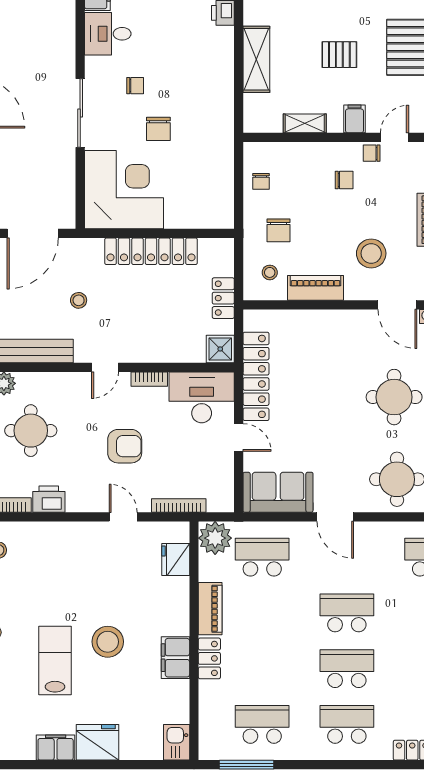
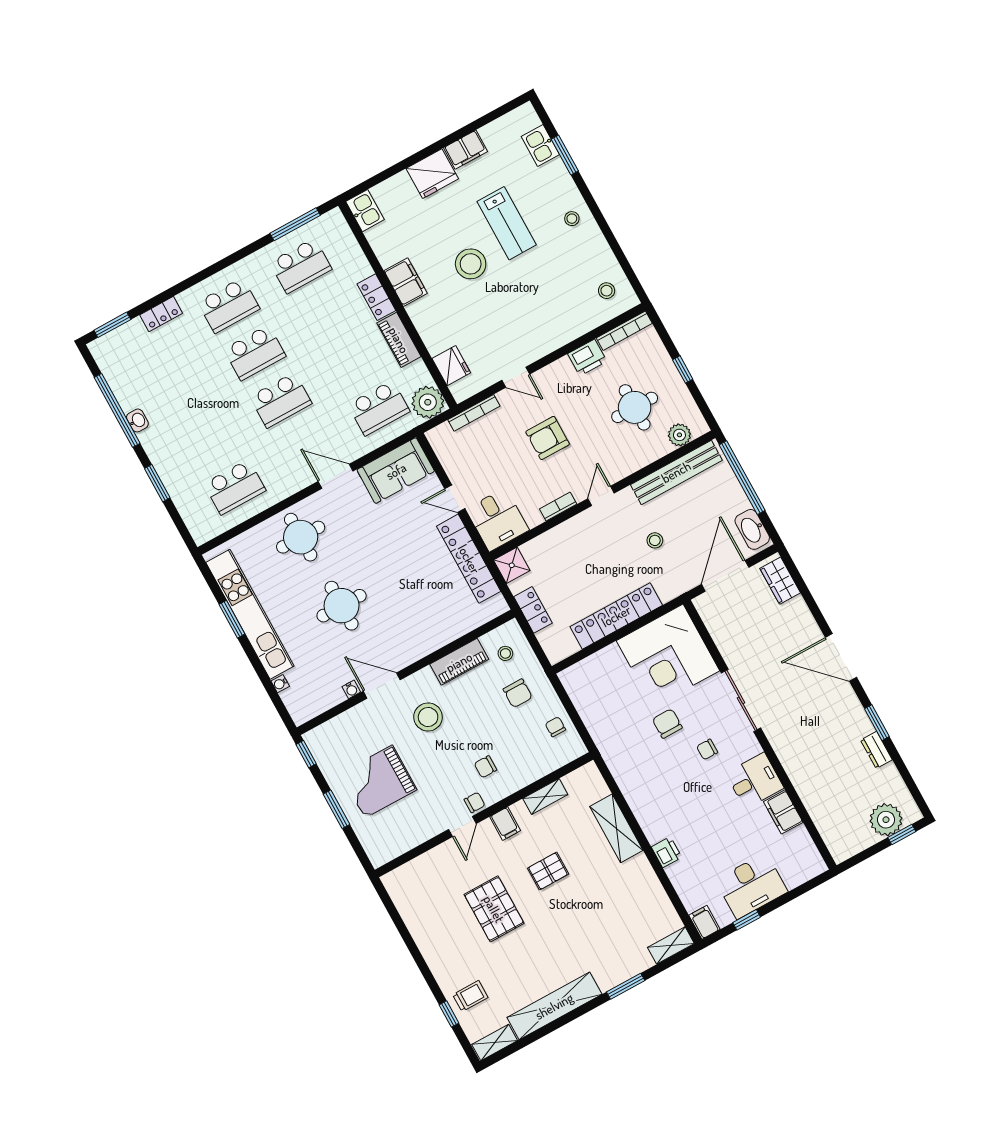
chair: (278, 230) -> (518, 693), turned 180
desk: (202, 397) -> (497, 520), width x0.73

